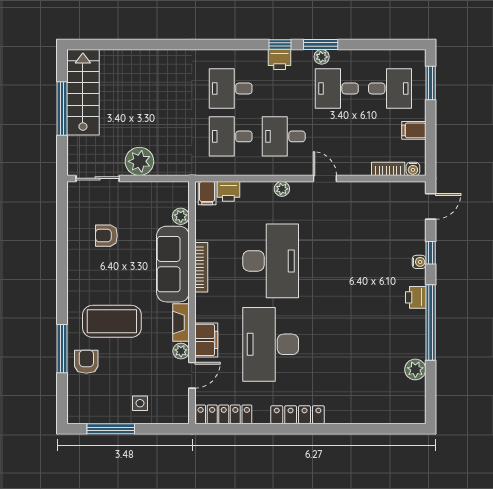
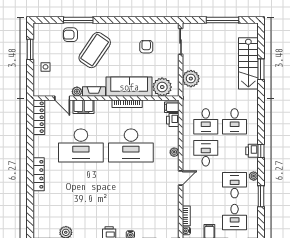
window: (144, 45) -> (261, 69), added
window: (321, 45) -> (261, 196), moved
desk: (231, 88) -> (235, 121), turned 180
stairs: (83, 92) -> (248, 63), moved, turned 90
desk: (231, 136) -> (206, 121), turned 180
plant: (139, 161) -> (191, 79), moved
plant: (181, 216) -> (162, 87), width x1.87, depth x1.87
coffee table: (112, 321) -> (95, 50), turned 34
desk: (271, 344) -> (81, 145), turned 180
armchair: (86, 362) -> (70, 35), turned 180
locker: (298, 415) -> (39, 174), moved
window: (111, 429) -> (30, 49), width x0.69

